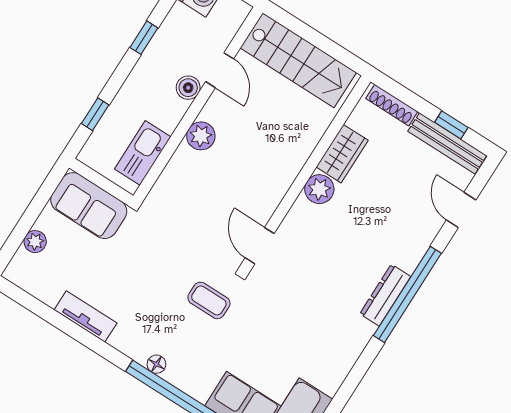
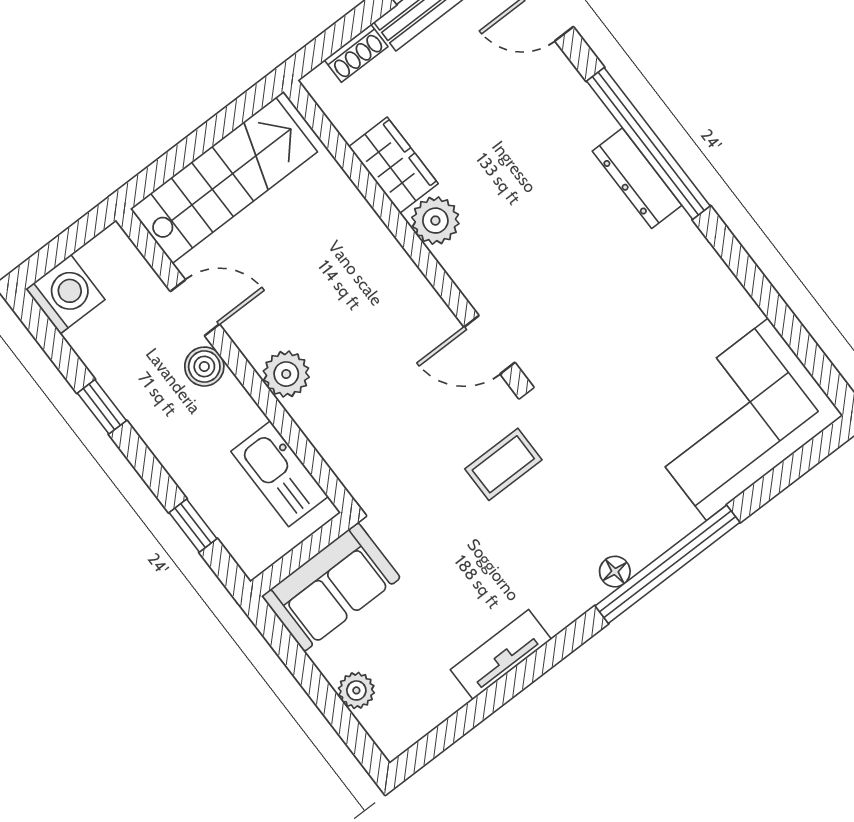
shoe rack: (392, 105) -> (356, 53), width x0.70
coffee table: (209, 300) -> (503, 464), moved

